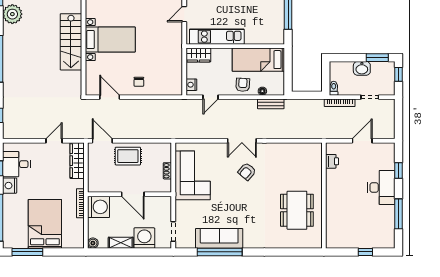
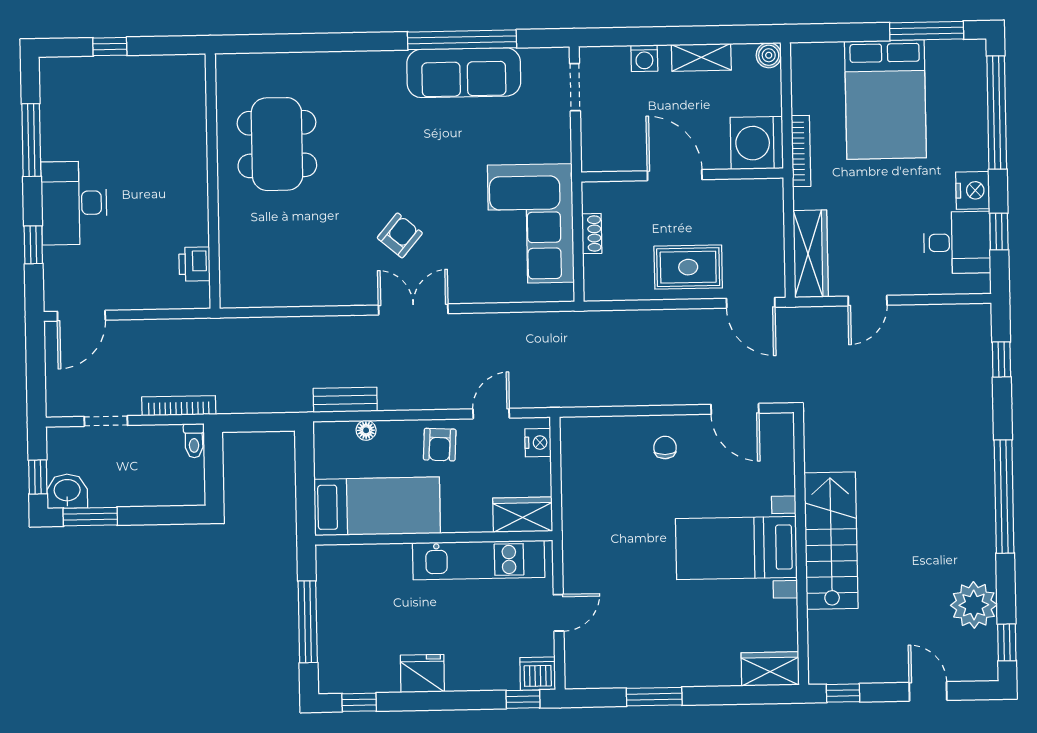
washbasin: (362, 68) -> (67, 491), moved
armchair: (243, 85) -> (440, 445), moved
door: (362, 141) -> (81, 316), moved
washing machine: (144, 238) -> (644, 58), width x0.53, depth x0.53

